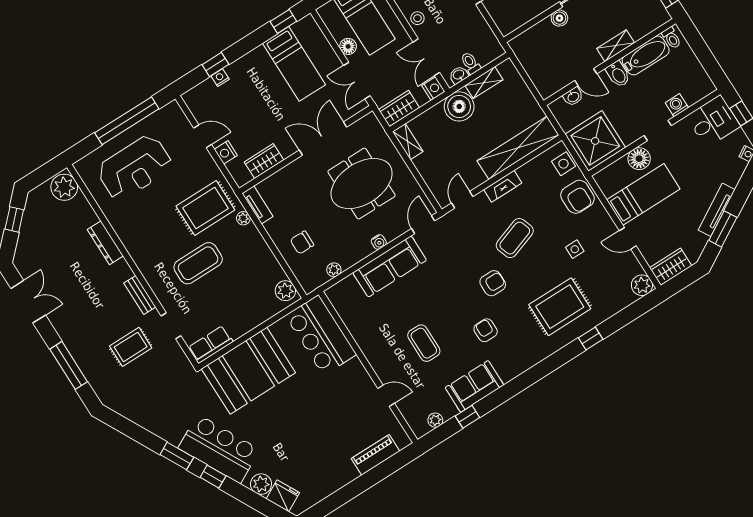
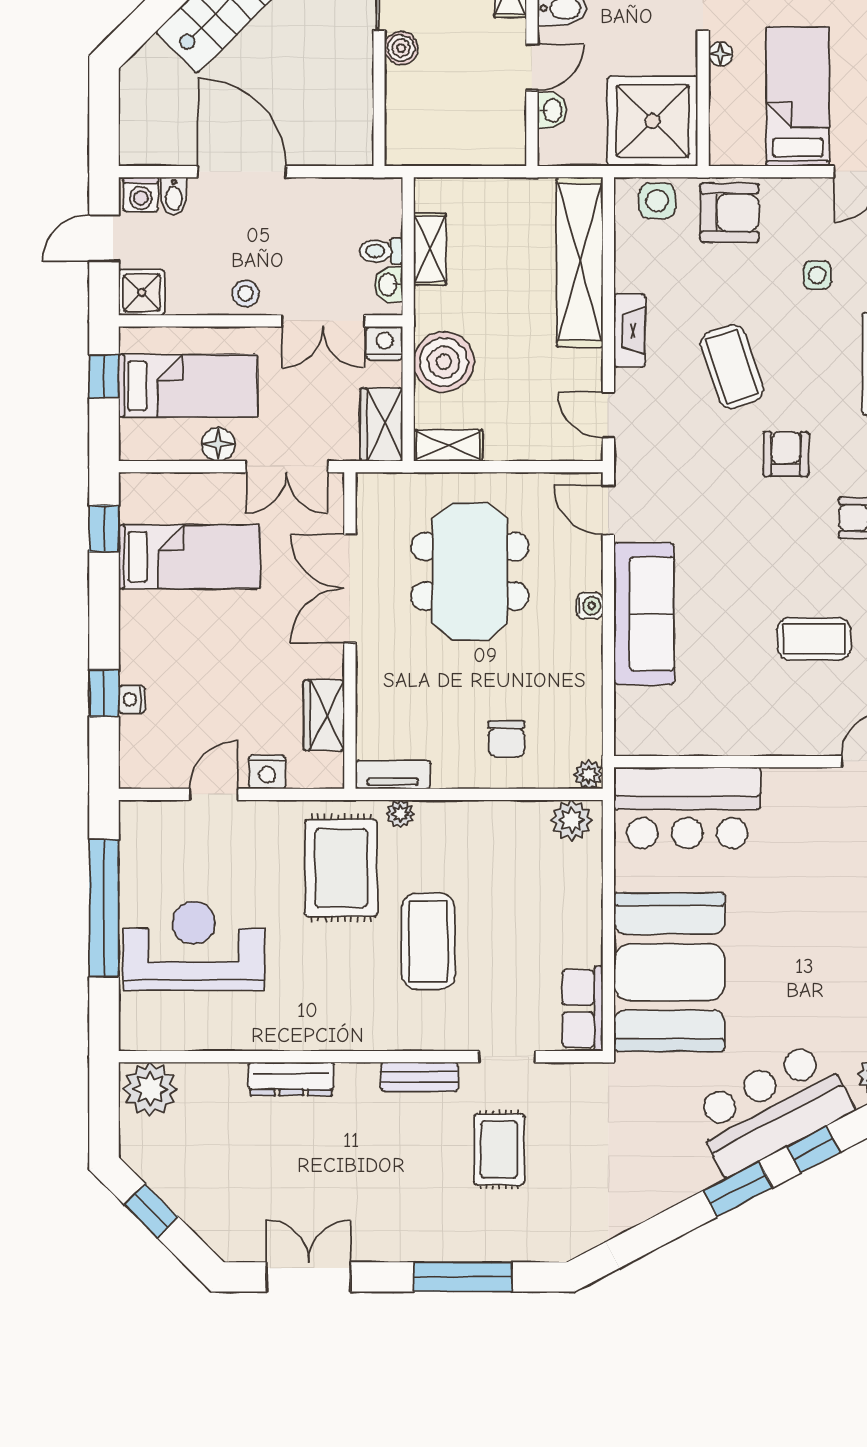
boiler: (459, 106) -> (444, 362), moved
floor lamp: (639, 159) -> (721, 54), width x0.53, depth x0.53
reception desk: (135, 168) -> (194, 946), turned -90
plant: (334, 270) -> (589, 775), moved

